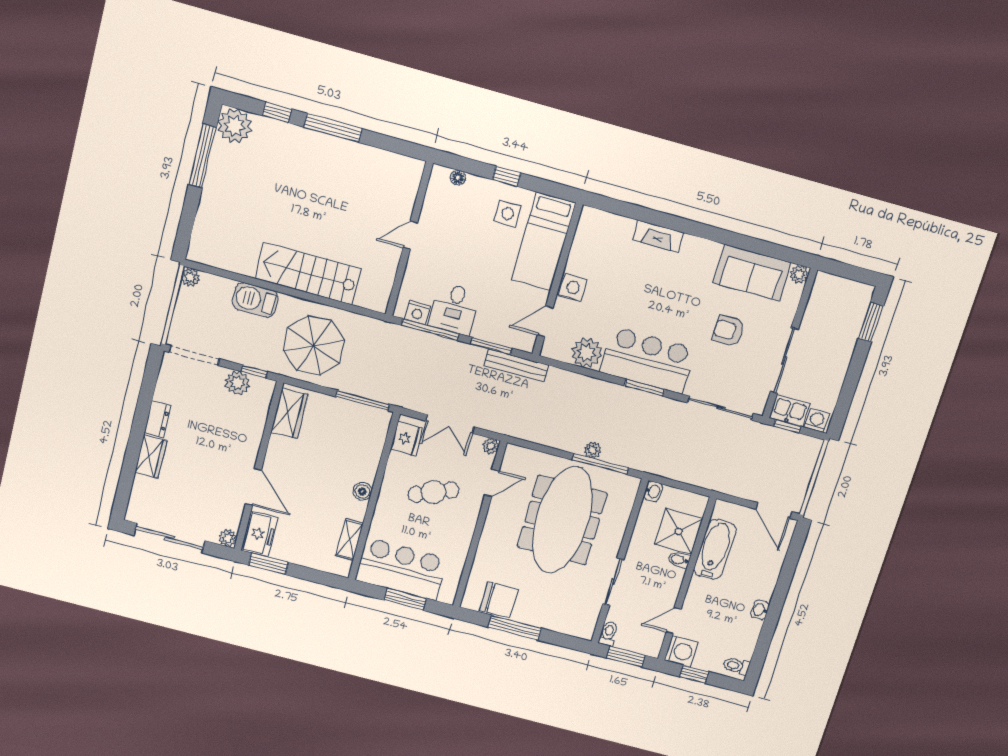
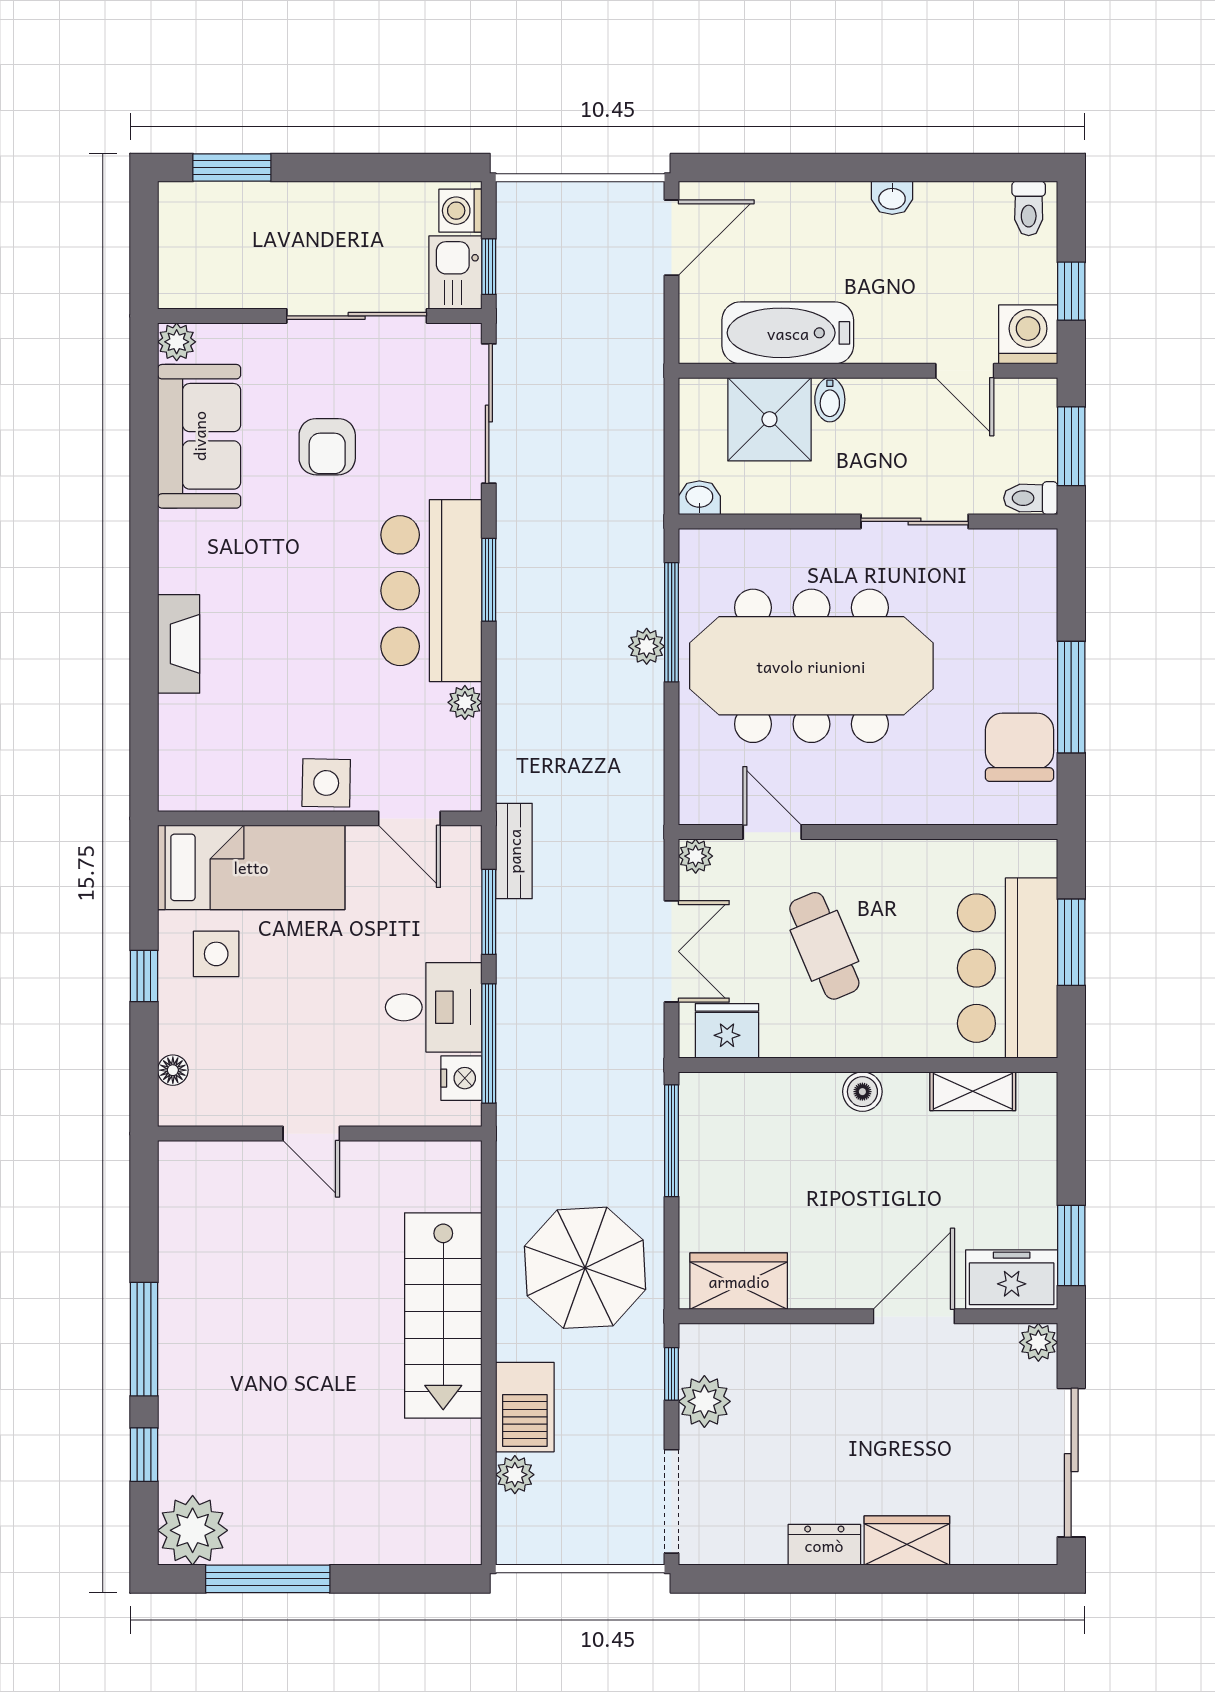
plant: (191, 277) -> (515, 1475), moved
plant: (587, 353) -> (465, 702), width x0.53, depth x0.53
bench: (516, 365) -> (514, 851), width x0.73

